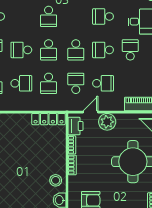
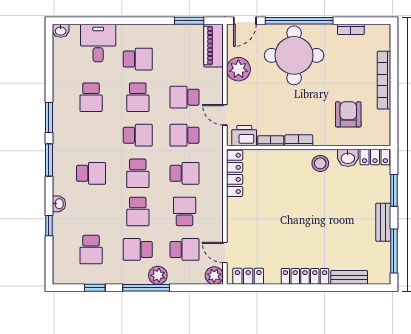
school desk: (49, 50) -> (138, 173), turned 90
school desk: (130, 50) -> (138, 59), turned 180
school desk: (103, 83) -> (185, 97), turned -90
plant: (107, 122) -> (238, 69), moved

